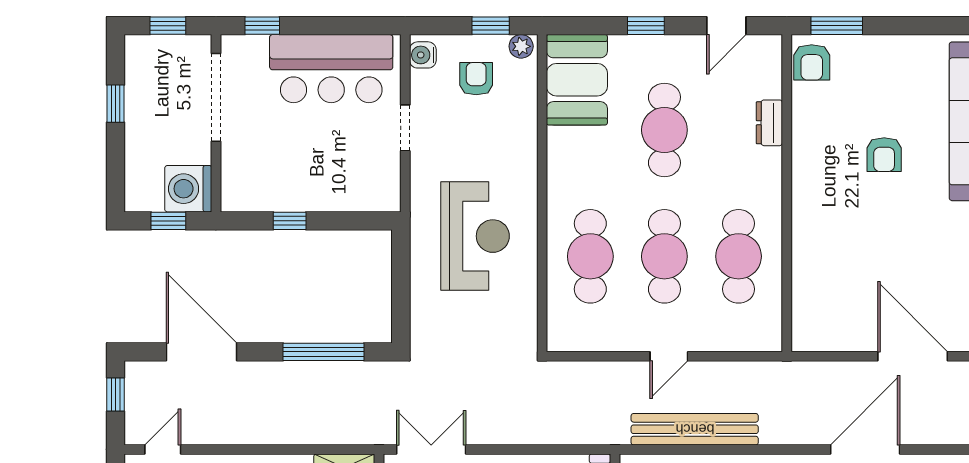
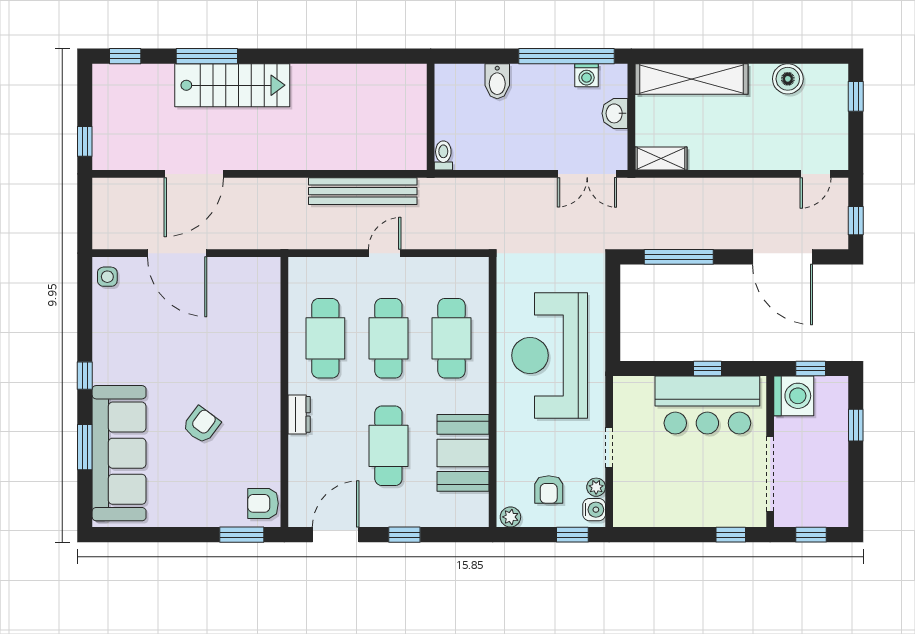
window: (491, 26) -> (572, 535), moved
door: (726, 26) -> (336, 535), width x1.38
armchair: (812, 62) -> (263, 503), turned -90
bar counter: (331, 69) -> (707, 405), moved, turned 180
booth: (577, 80) -> (463, 453), moved
plant: (420, 81) -> (596, 487), added
window: (115, 104) -> (856, 425), moved
dresser: (769, 123) -> (299, 414), moved
armchair: (884, 155) -> (201, 425), turned 37
reception desk: (475, 236) -> (550, 355), width x1.36, depth x1.30
door: (865, 449) -> (194, 174), moved

